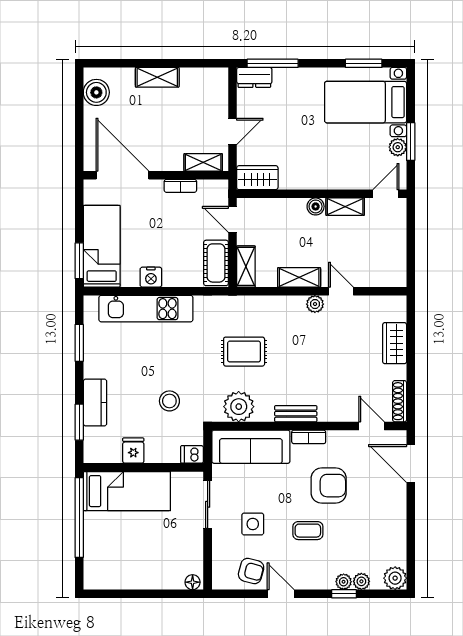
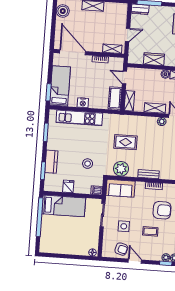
wardrobe: (257, 178) -> (154, 59), moved
sofa: (251, 447) -> (120, 188), width x0.73

